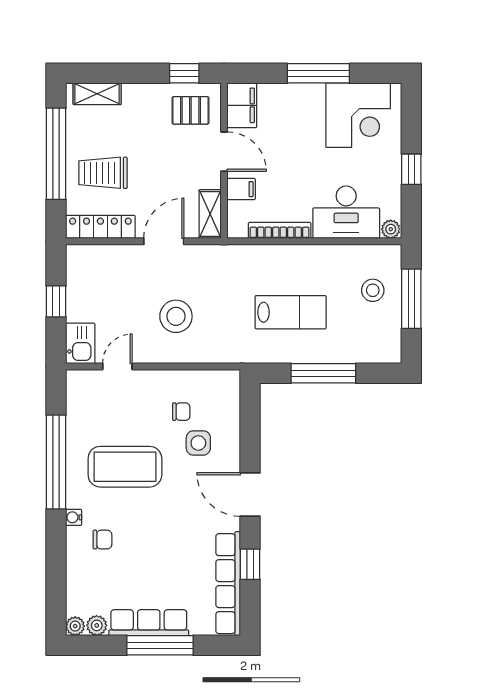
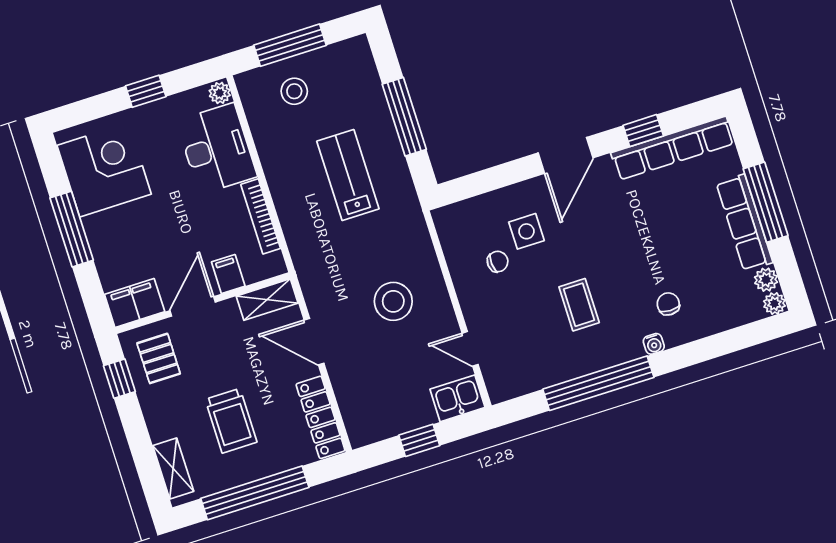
trolley: (103, 173) -> (231, 421), moved
chair: (181, 412) -> (498, 262), turned 86
coffee table: (125, 467) -> (579, 305), width x0.54, depth x0.58

